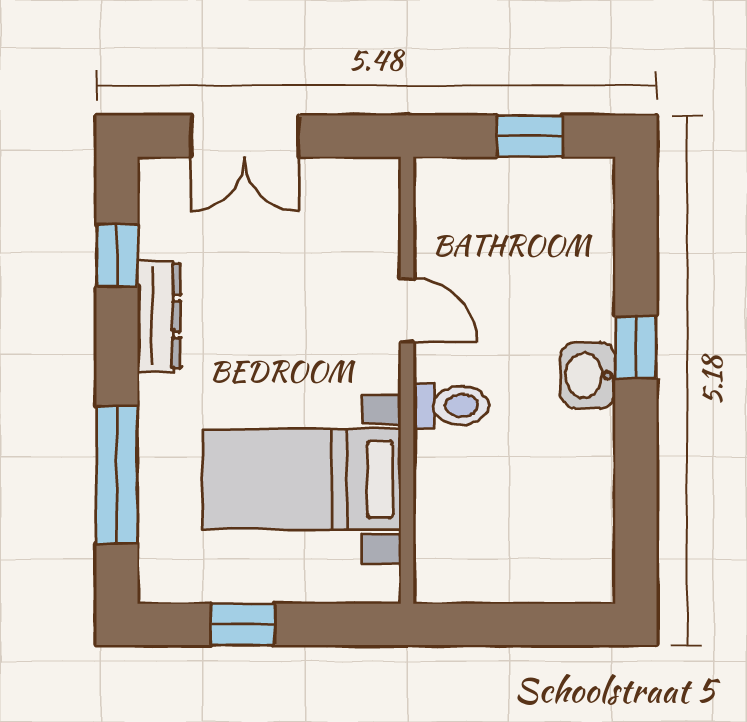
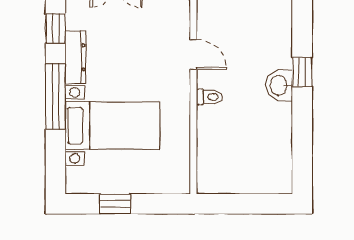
toilet: (451, 406) -> (209, 97), width x0.73, depth x0.72
window: (117, 475) -> (56, 96), moved
bed with nightstands: (302, 479) -> (112, 125), moved, turned 180

